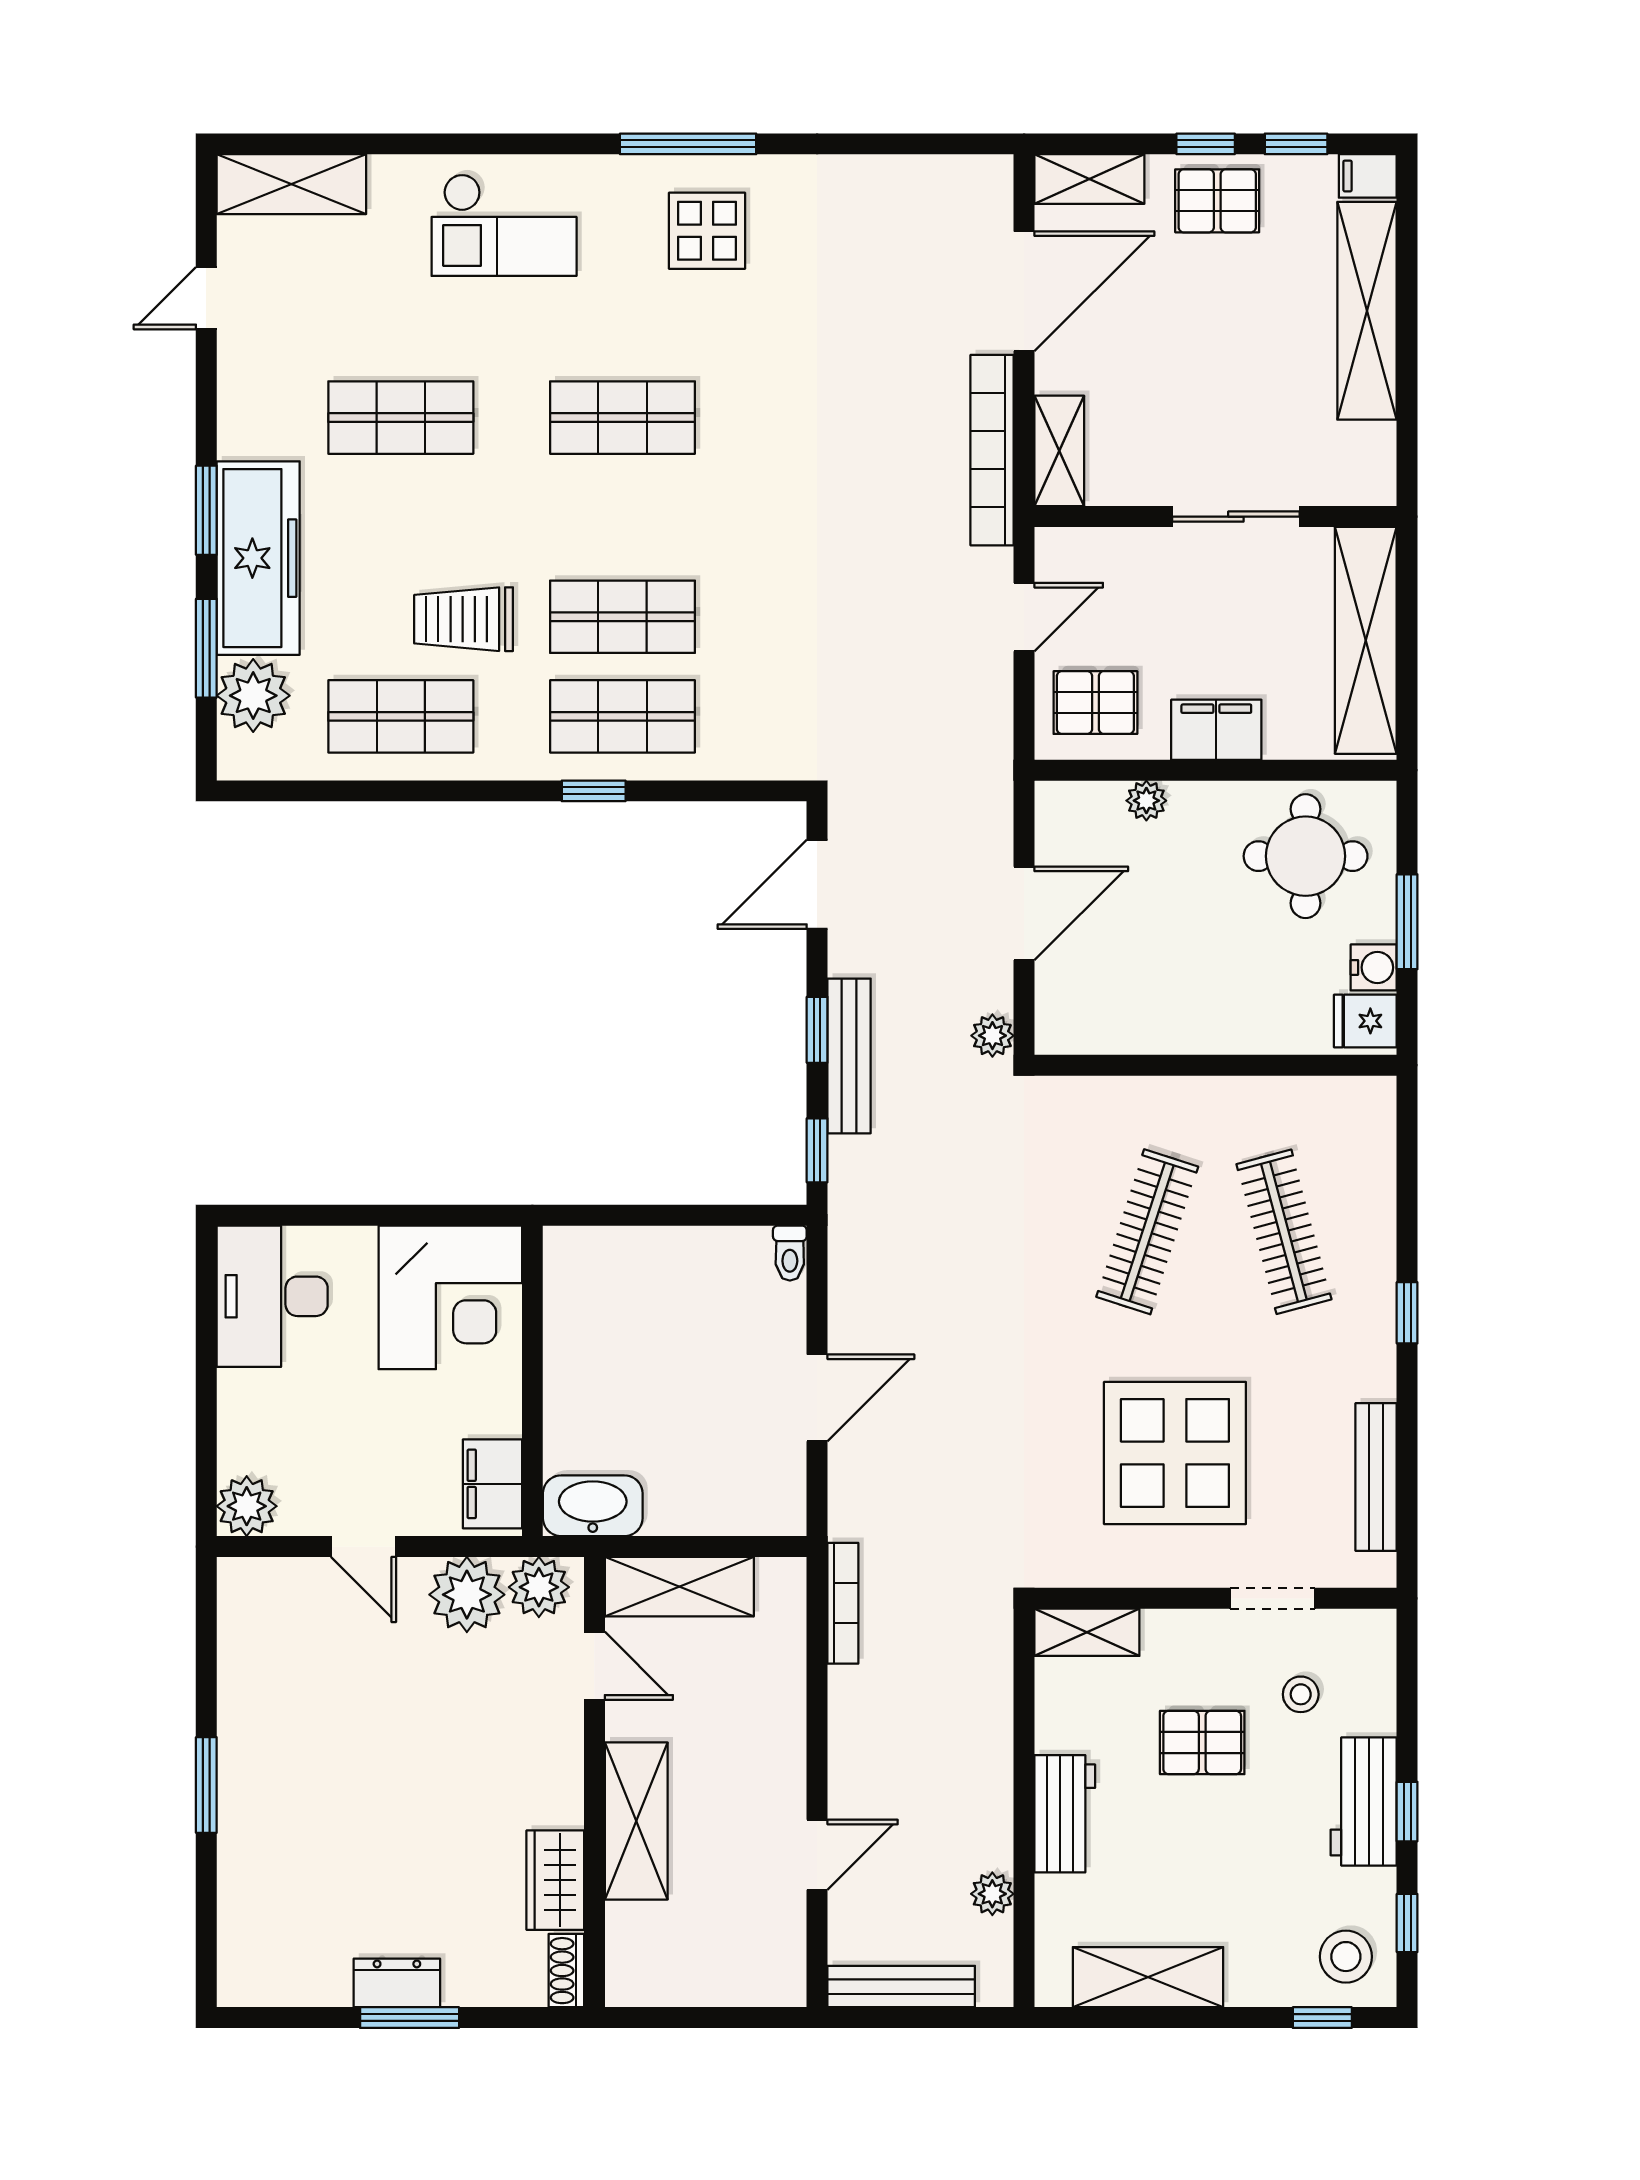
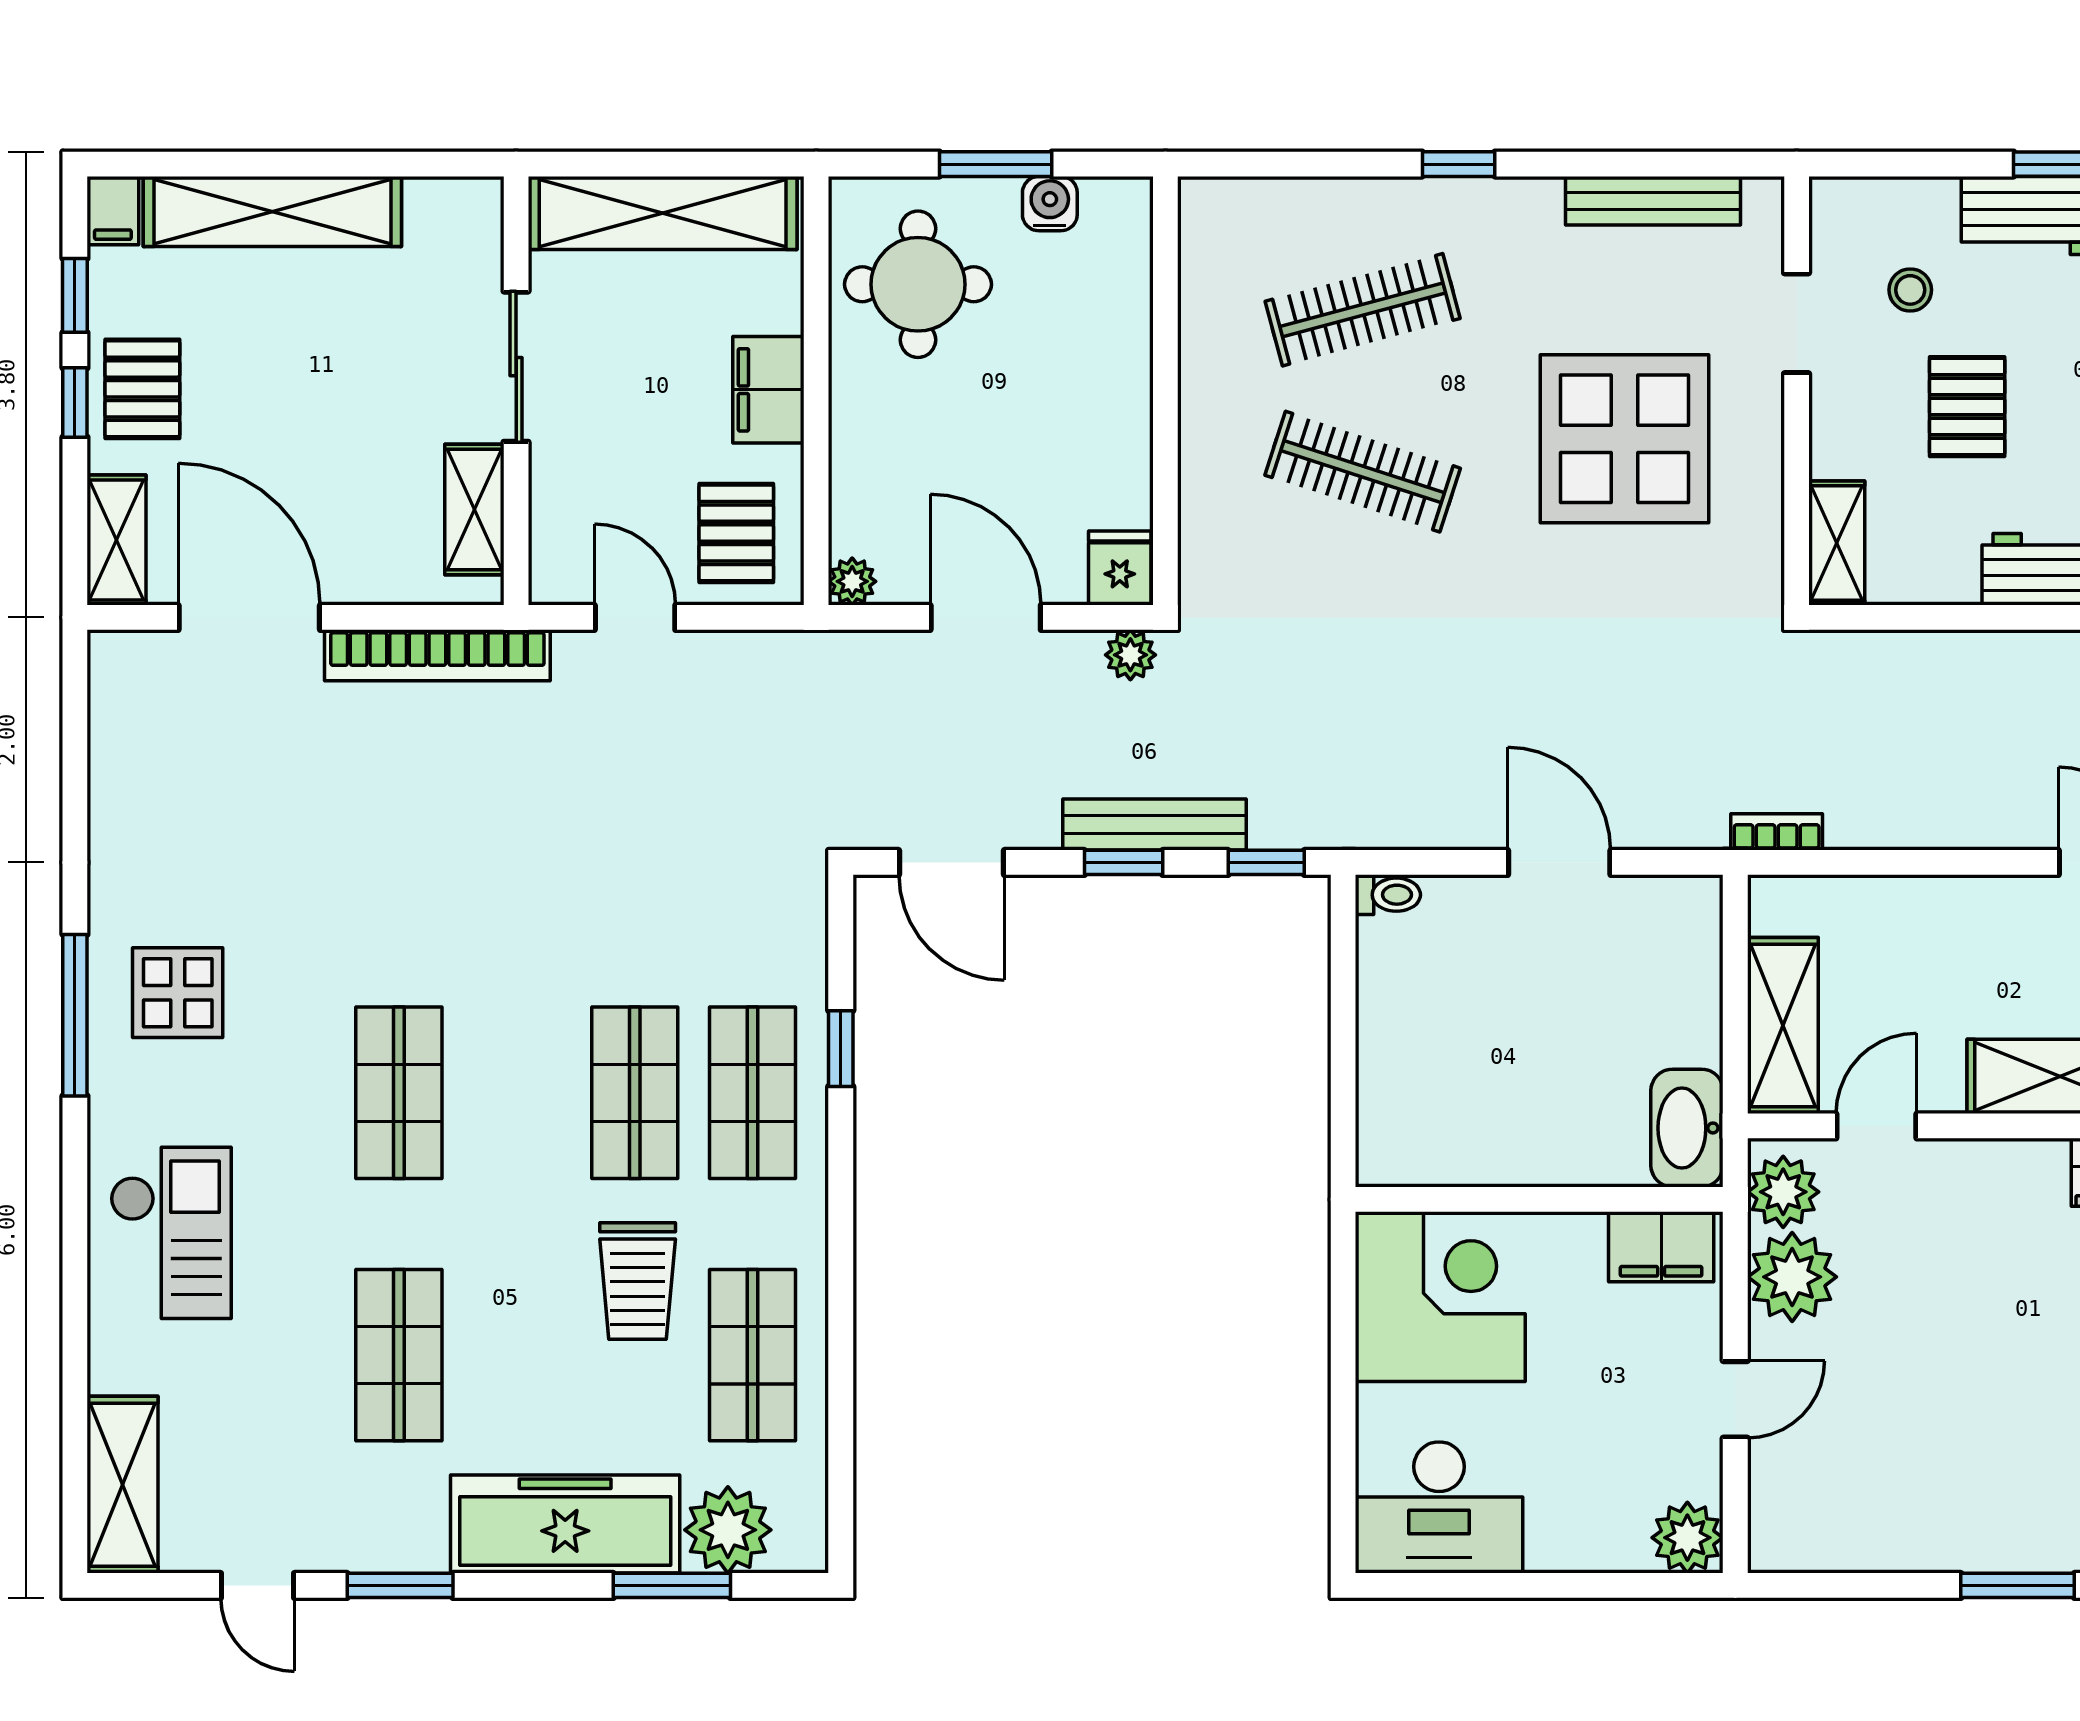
shelving: (1059, 451) -> (474, 509), moved, turned 90
window: (206, 510) -> (400, 1585), moved
window: (594, 791) -> (841, 1049), moved
plant: (1146, 801) -> (852, 581), moved
fridge: (1365, 1021) -> (1120, 568), moved, turned 180
bookcase: (843, 1603) -> (1777, 832), width x0.64

